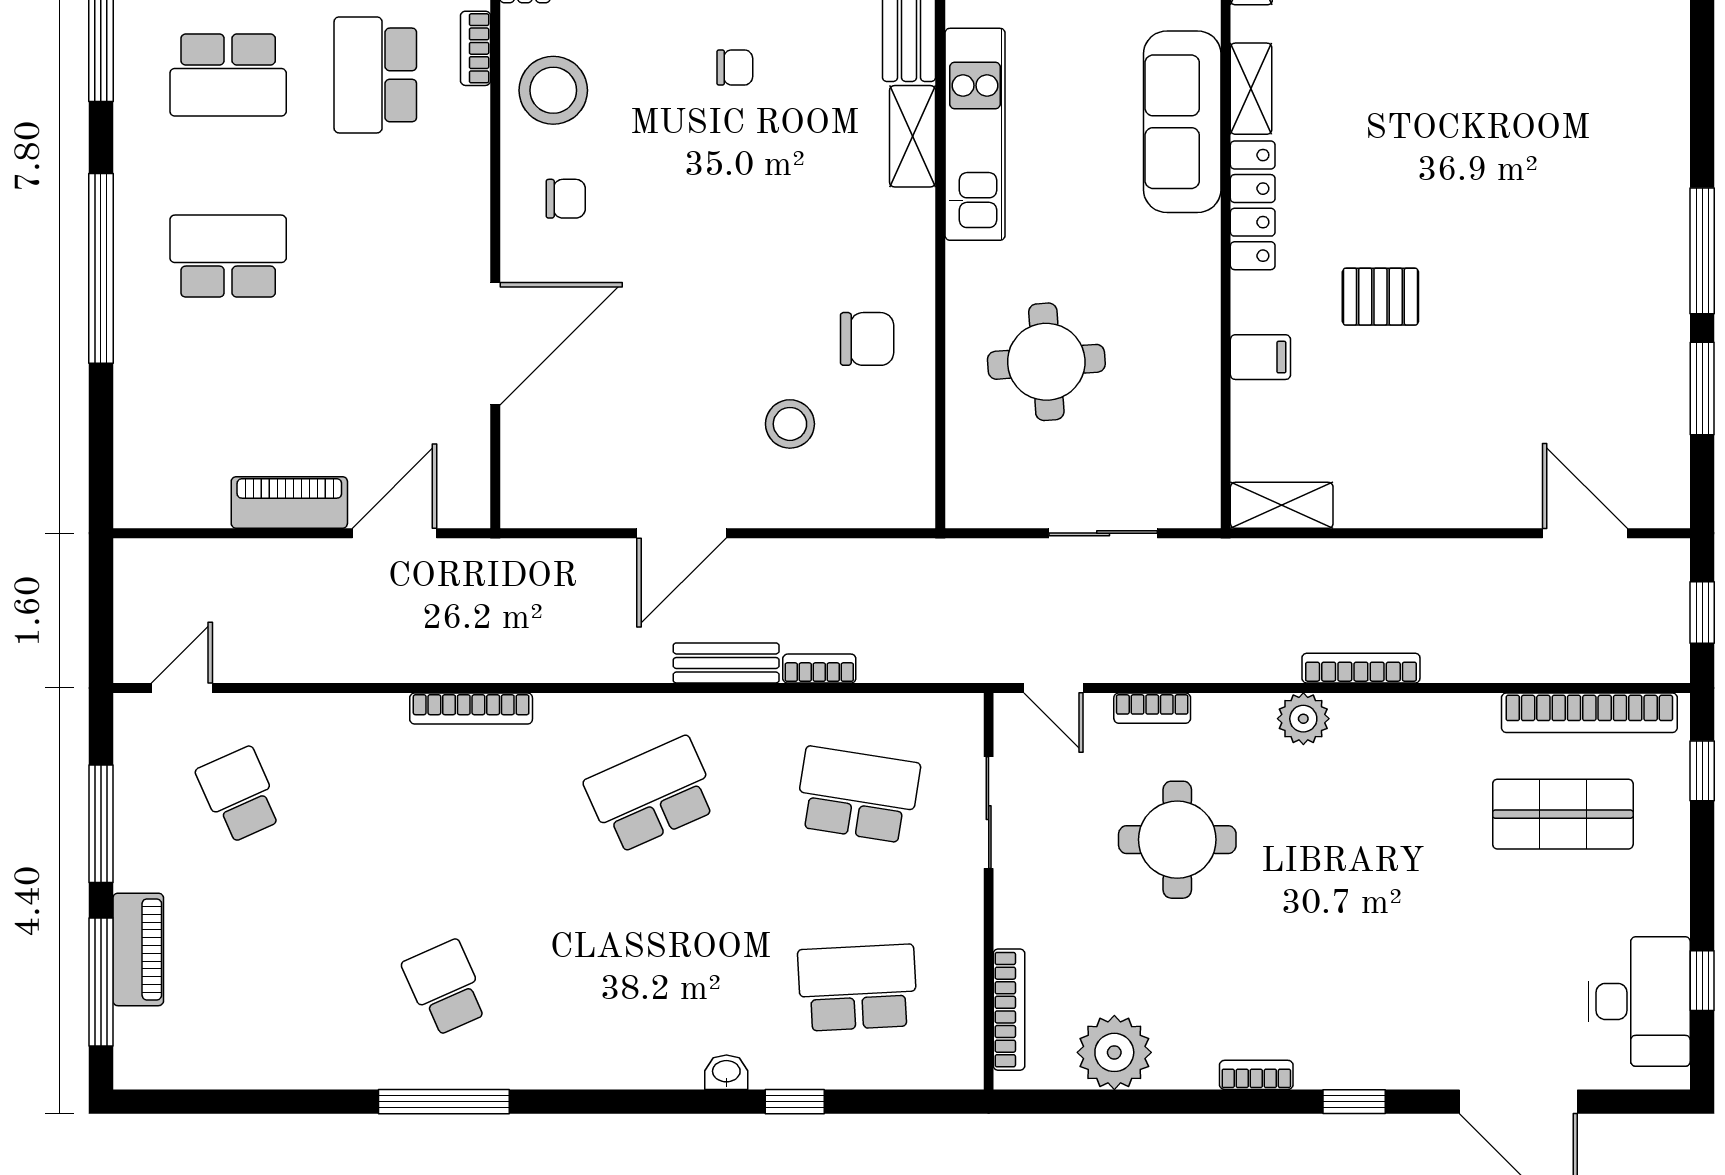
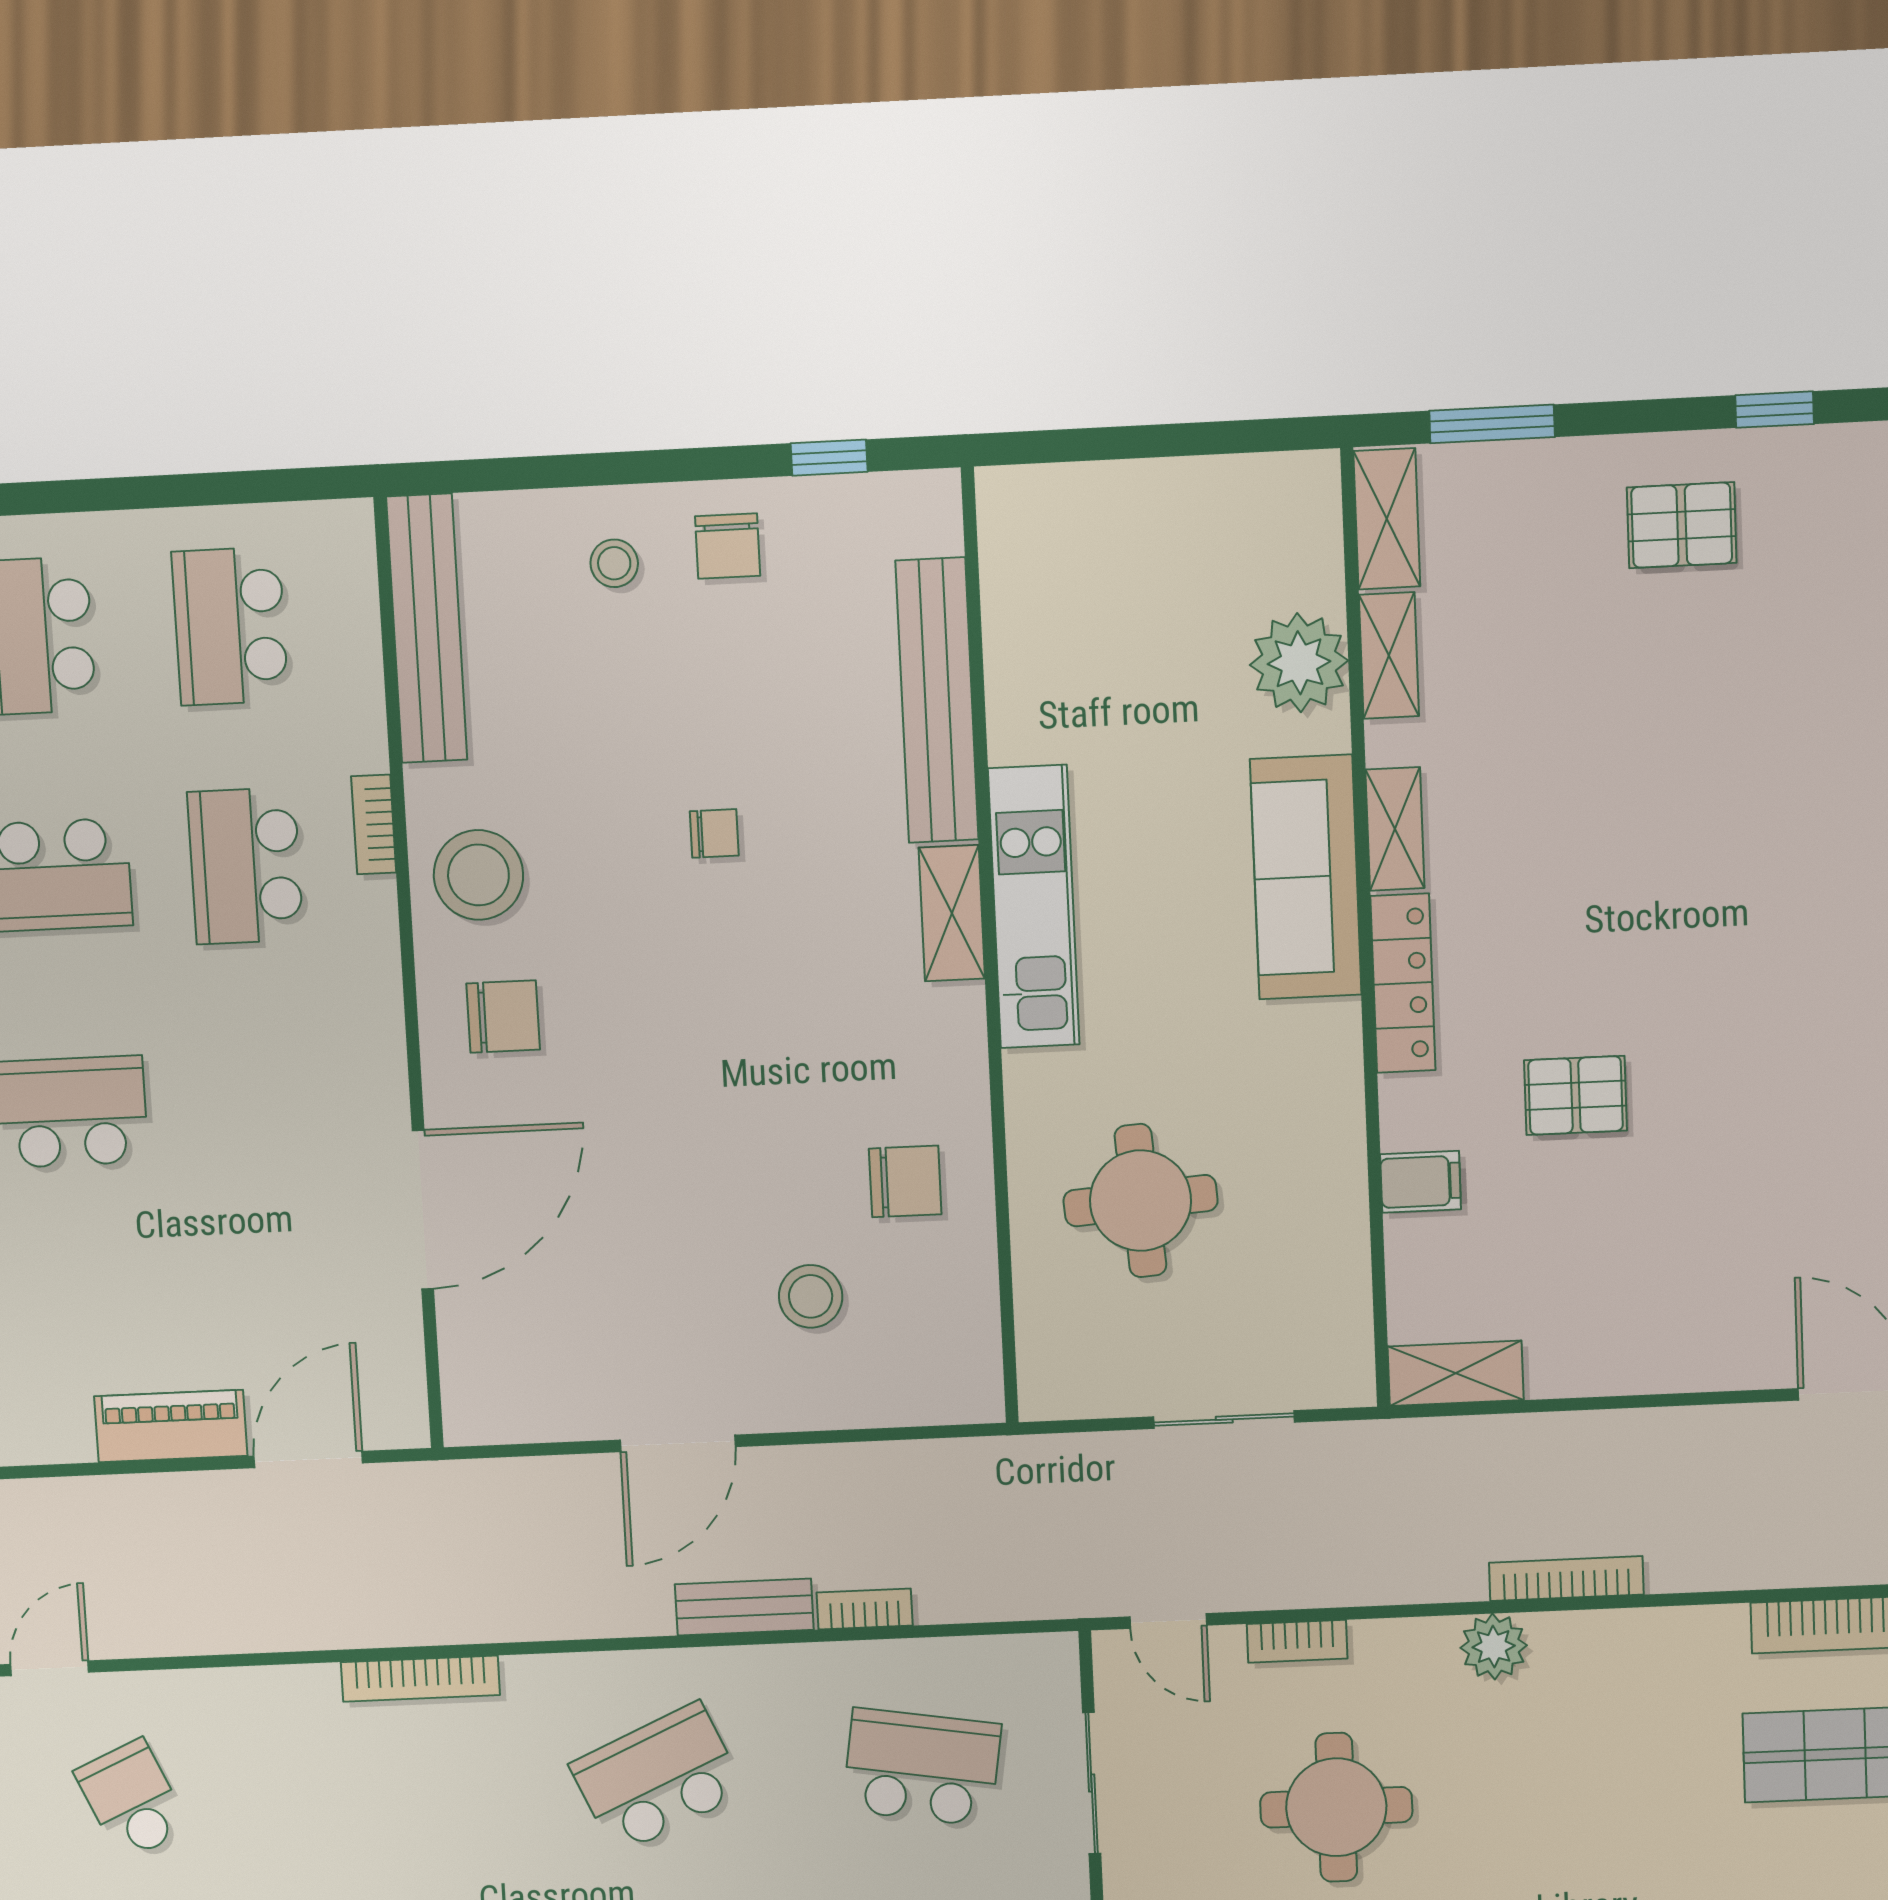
chair: (566, 199) -> (503, 1016), width x1.37, depth x1.37

